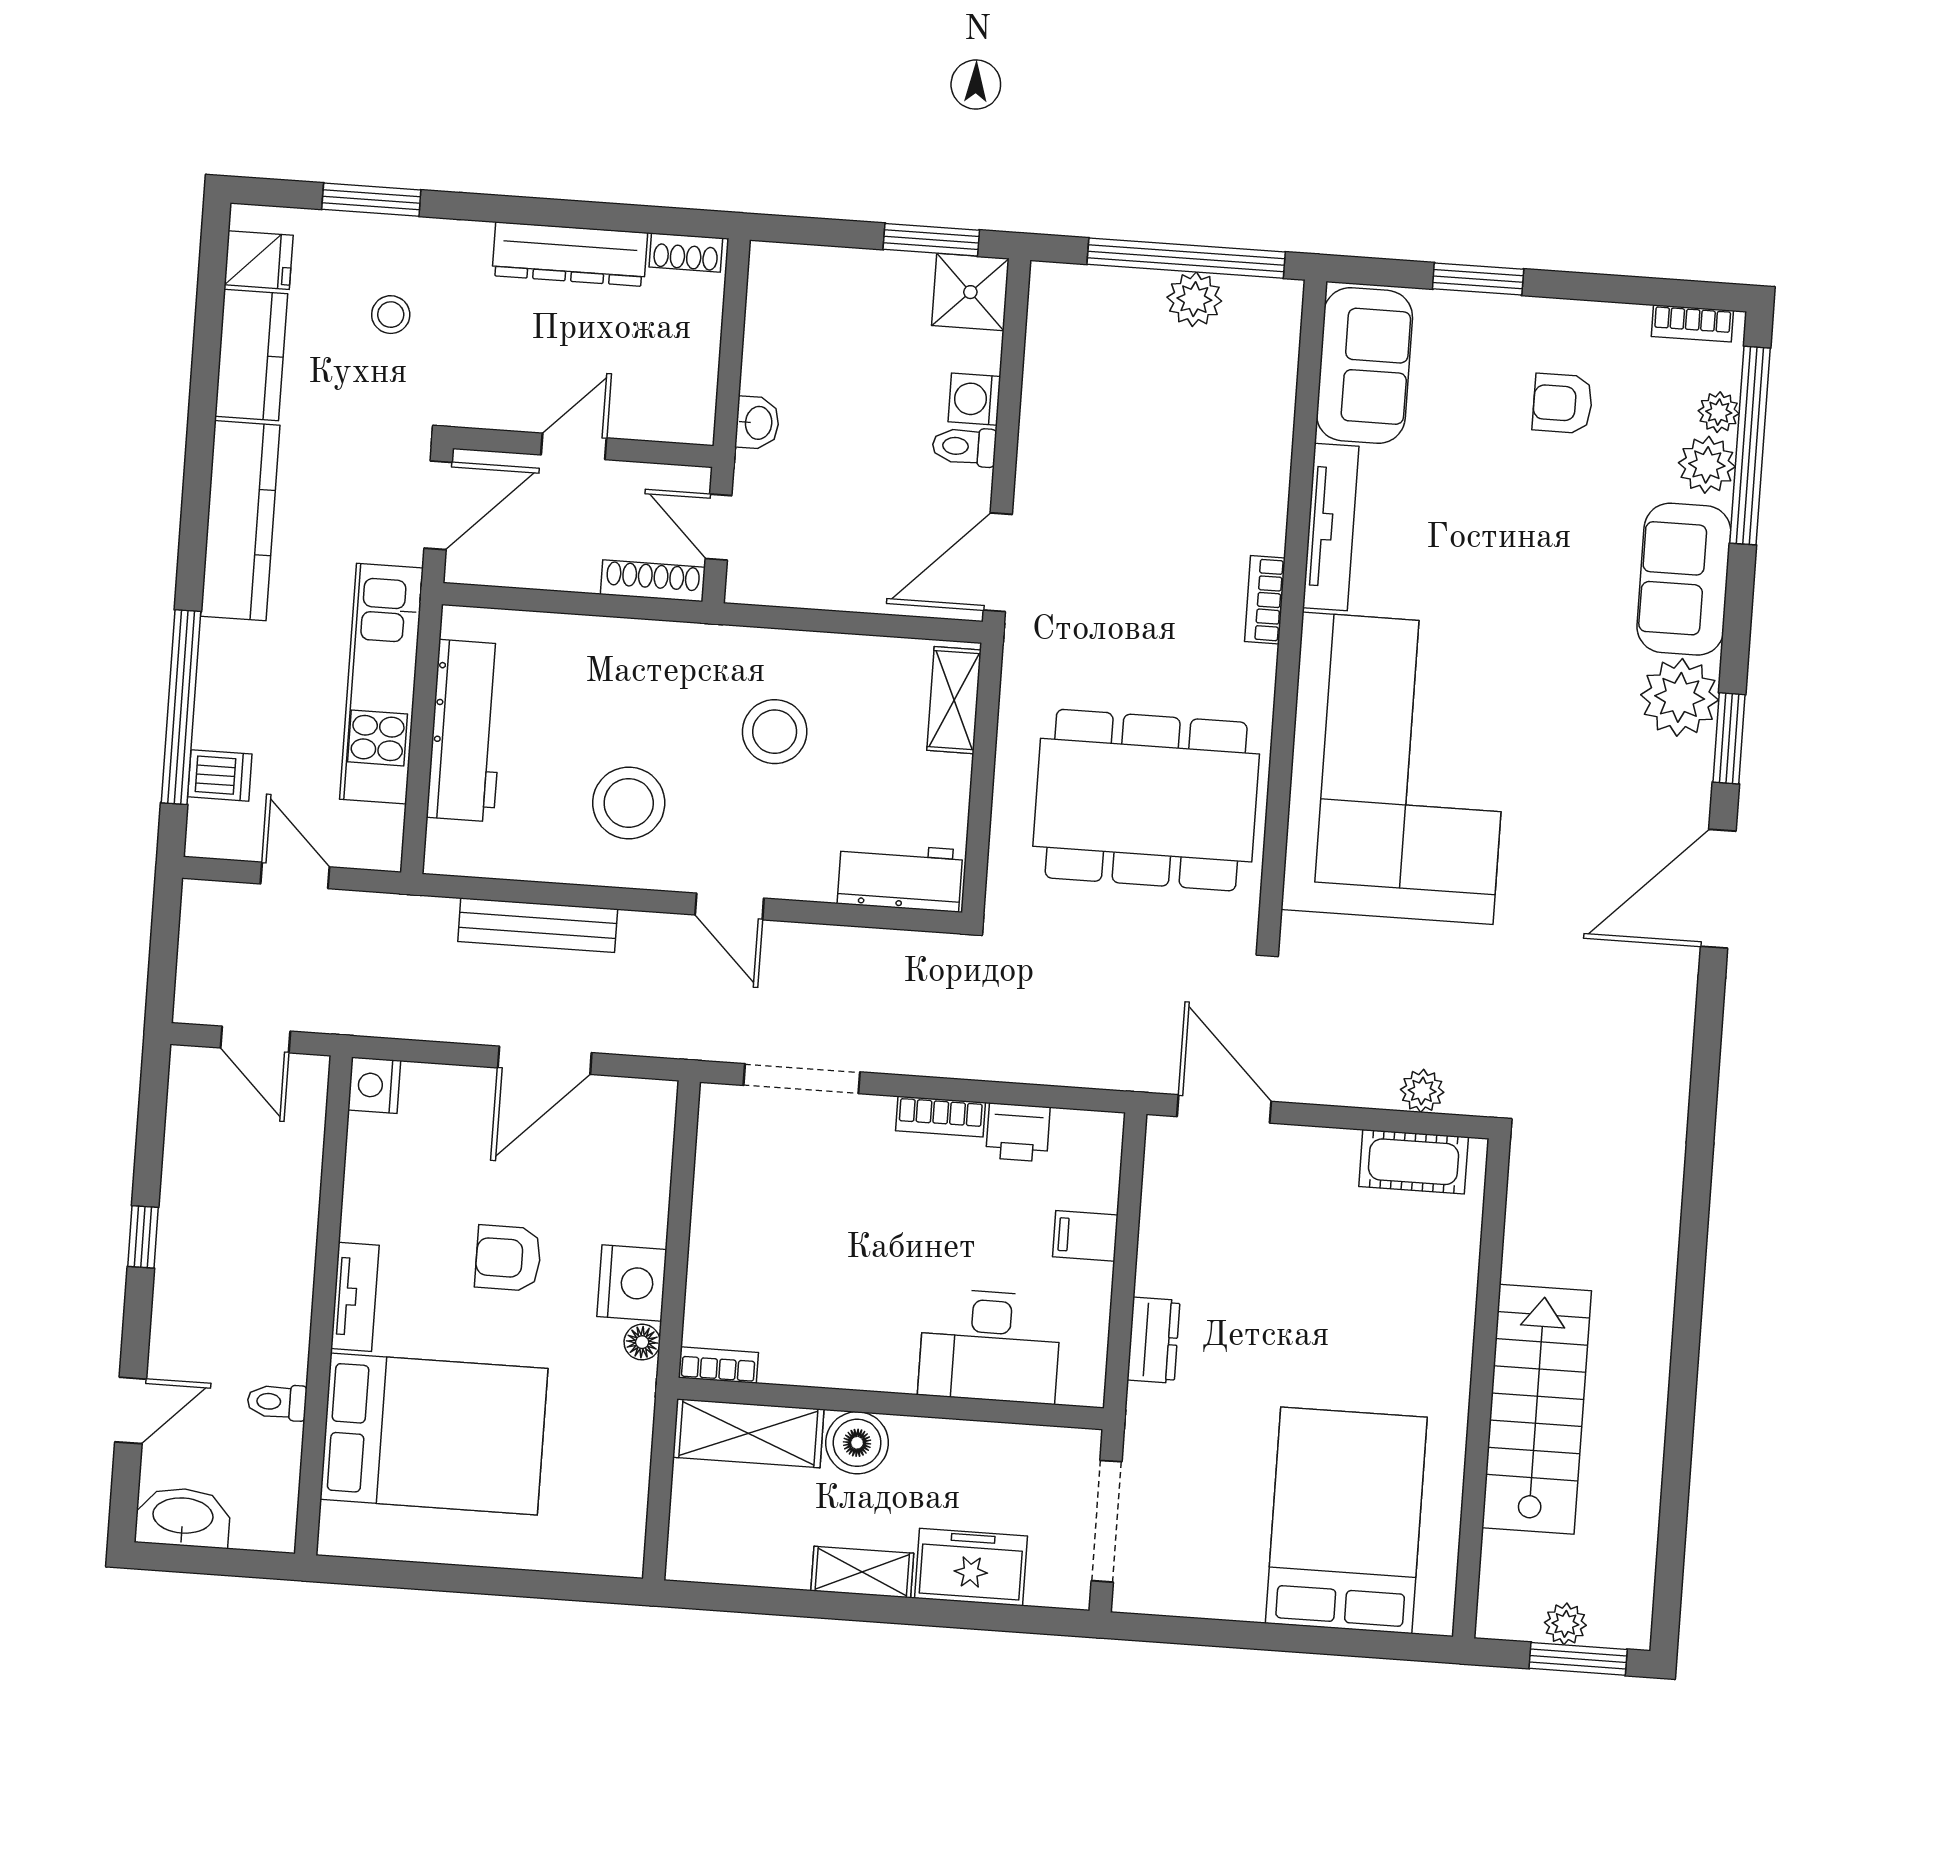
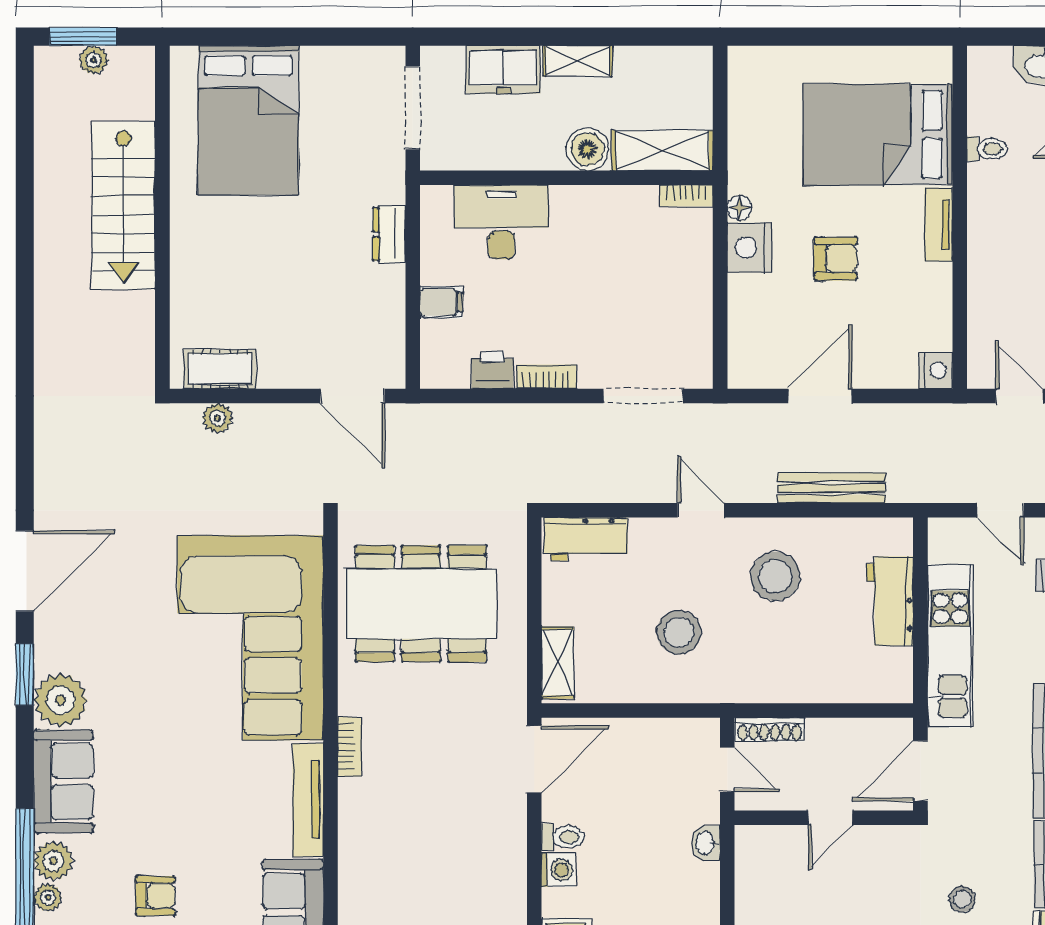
workbench: (466, 731) -> (890, 601), width x0.73

